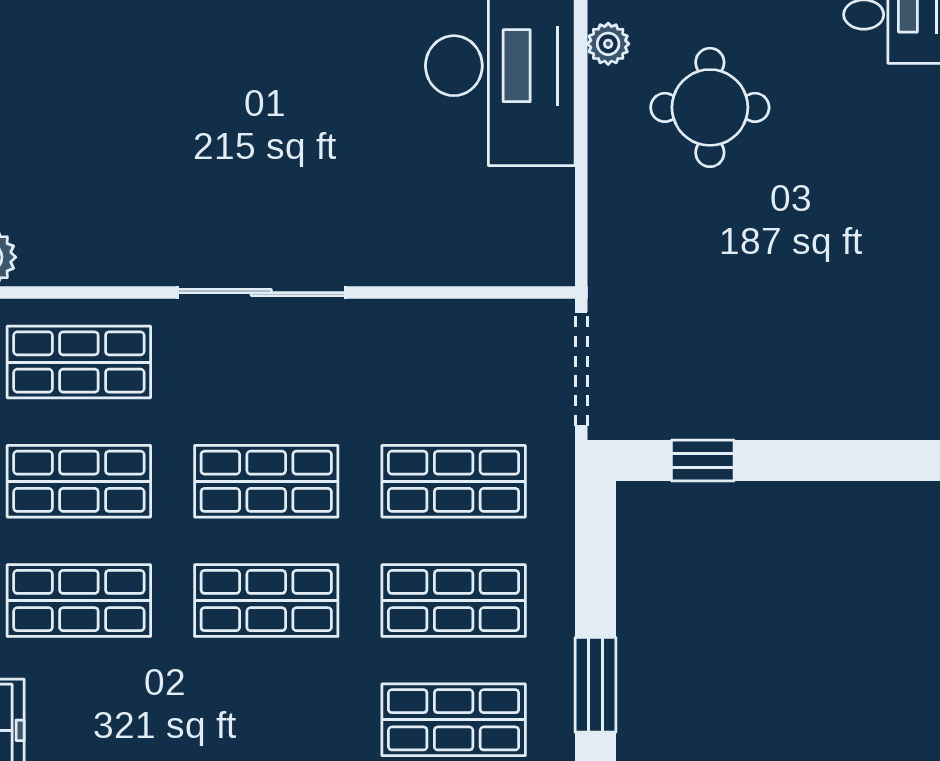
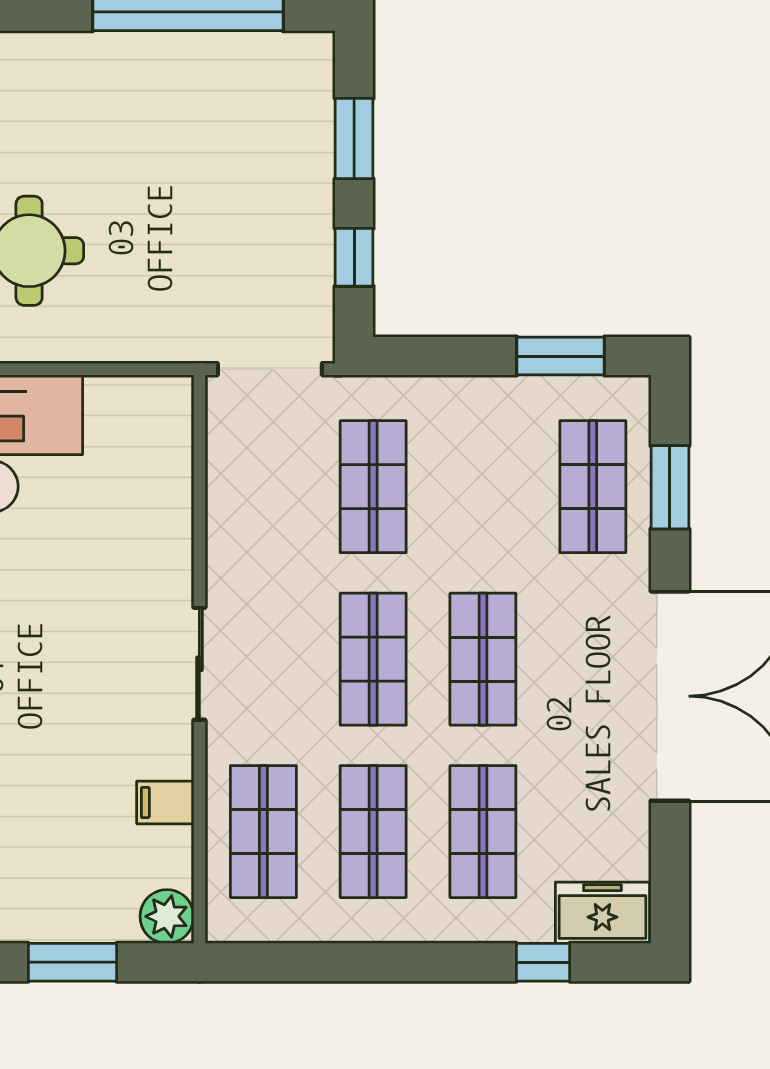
filing cabinet: (111, 255) -> (165, 802), added
sliding door: (261, 293) -> (199, 664), width x0.73
window: (832, 461) -> (354, 139), added
shop shelf: (454, 601) -> (483, 487), removed

